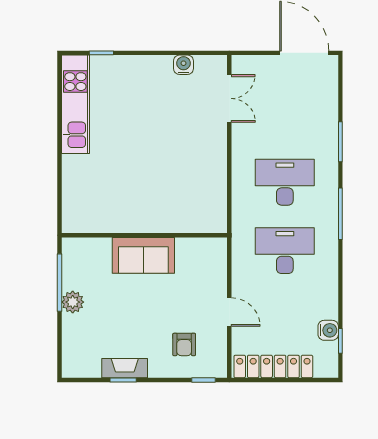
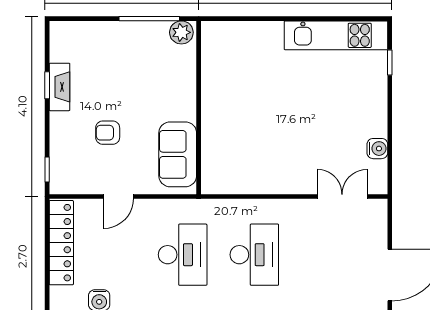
double door: (229, 98) -> (342, 196), swing flipped
sofa: (143, 255) -> (178, 154), moved
plant: (73, 302) -> (181, 32), moved
armchair: (184, 344) -> (108, 133), moved

